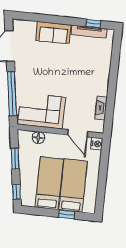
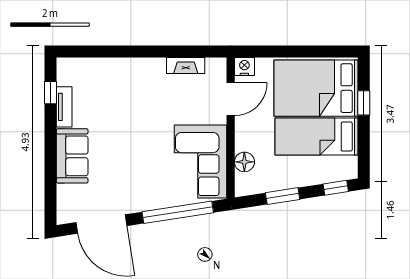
tv unit: (89, 32) -> (64, 107), width x0.71
bed: (73, 186) -> (316, 88), width x1.50

